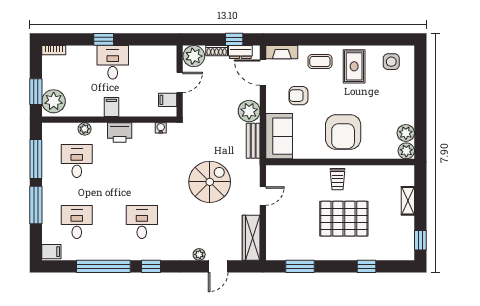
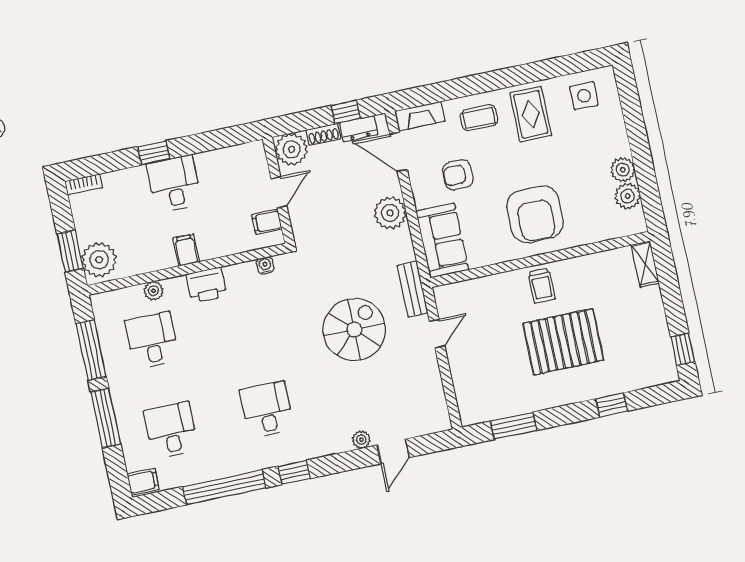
bench: (253, 141) -> (413, 289), moved
plant: (406, 151) -> (623, 170), moved
shelving: (408, 201) -> (645, 264), moved
wardrobe: (251, 238) -> (433, 399), removed

